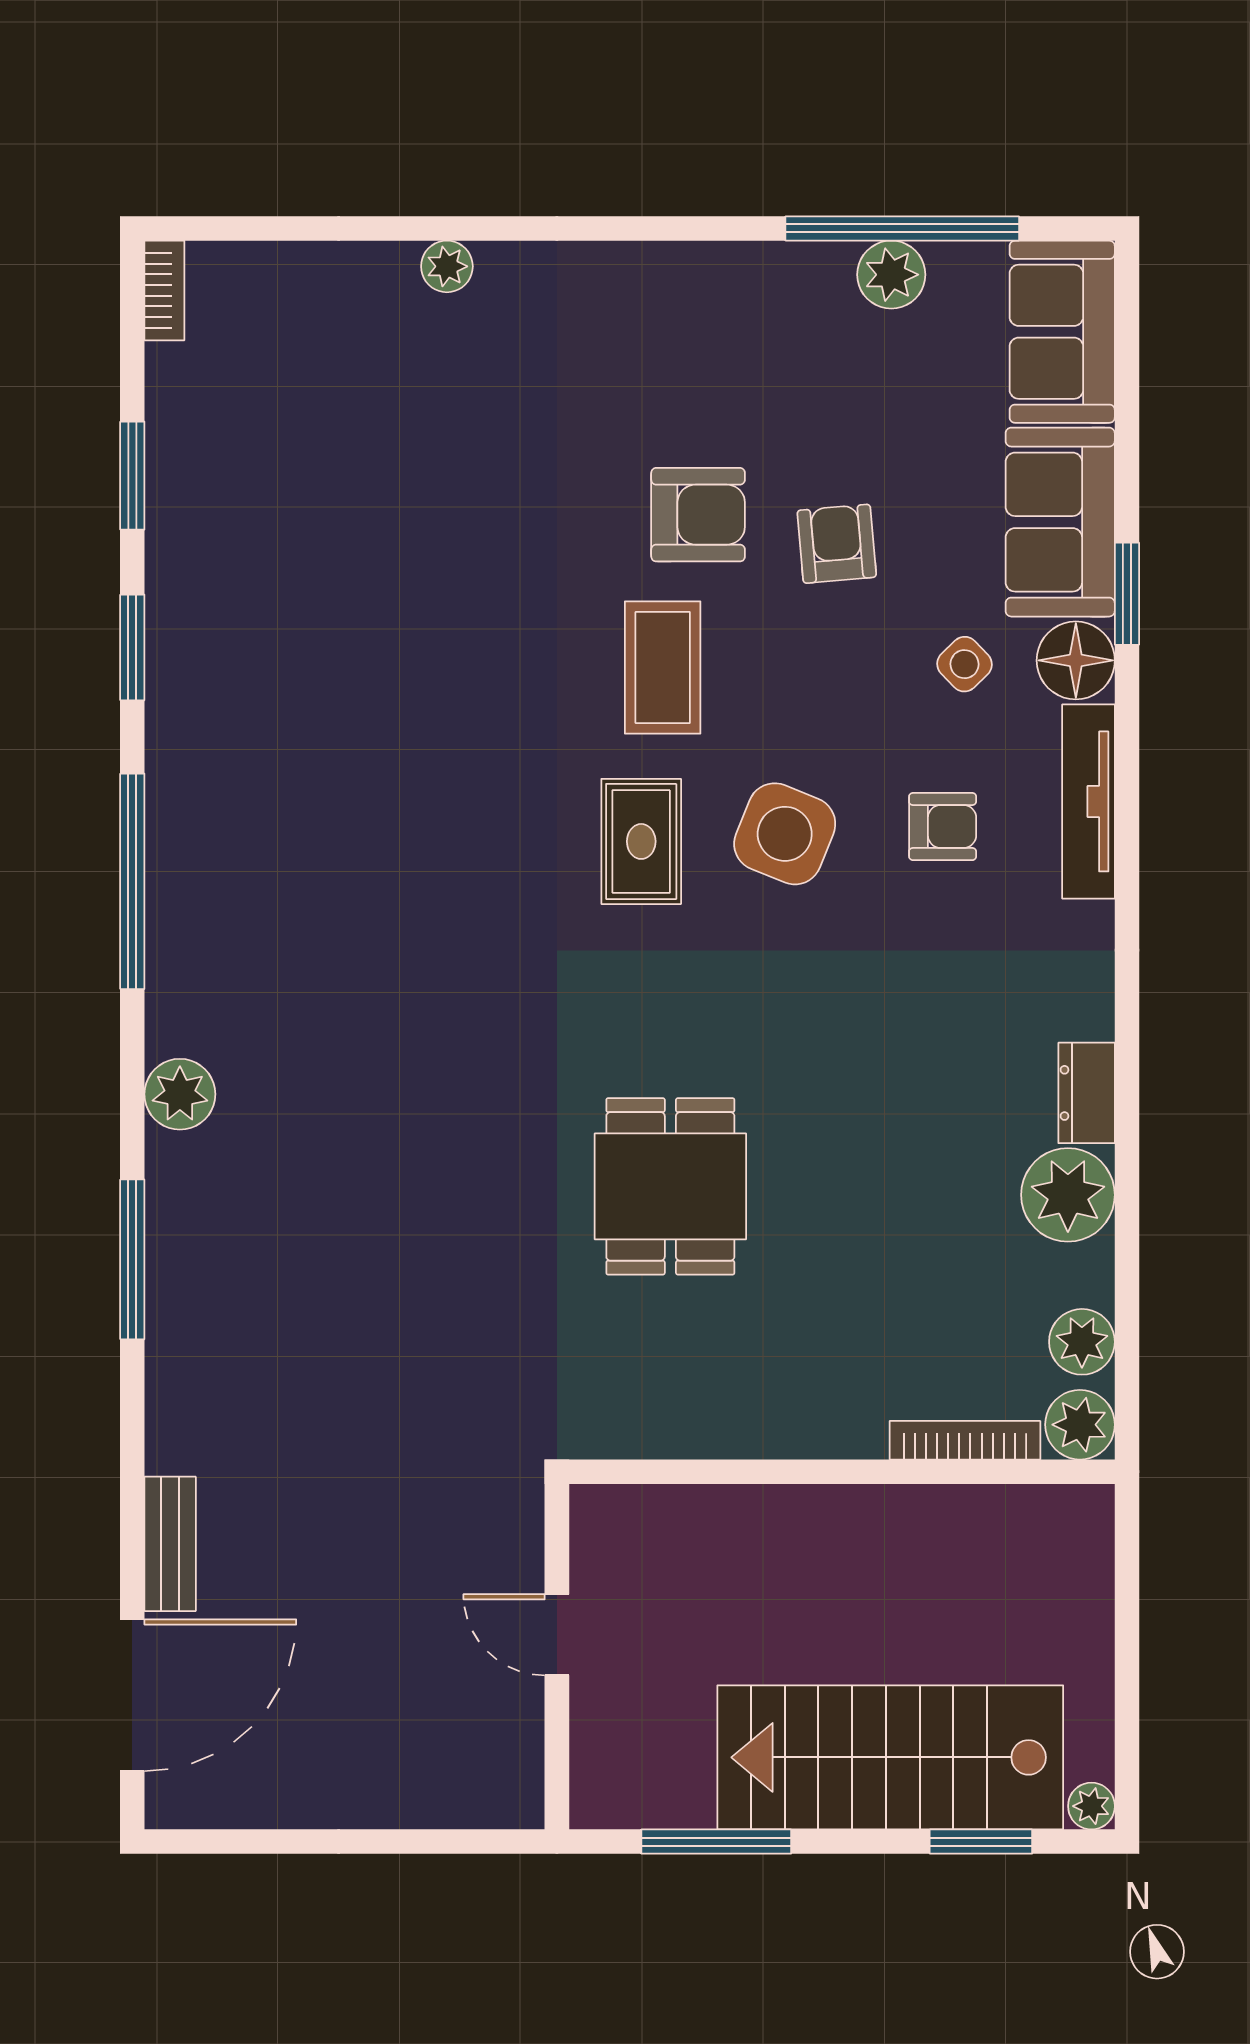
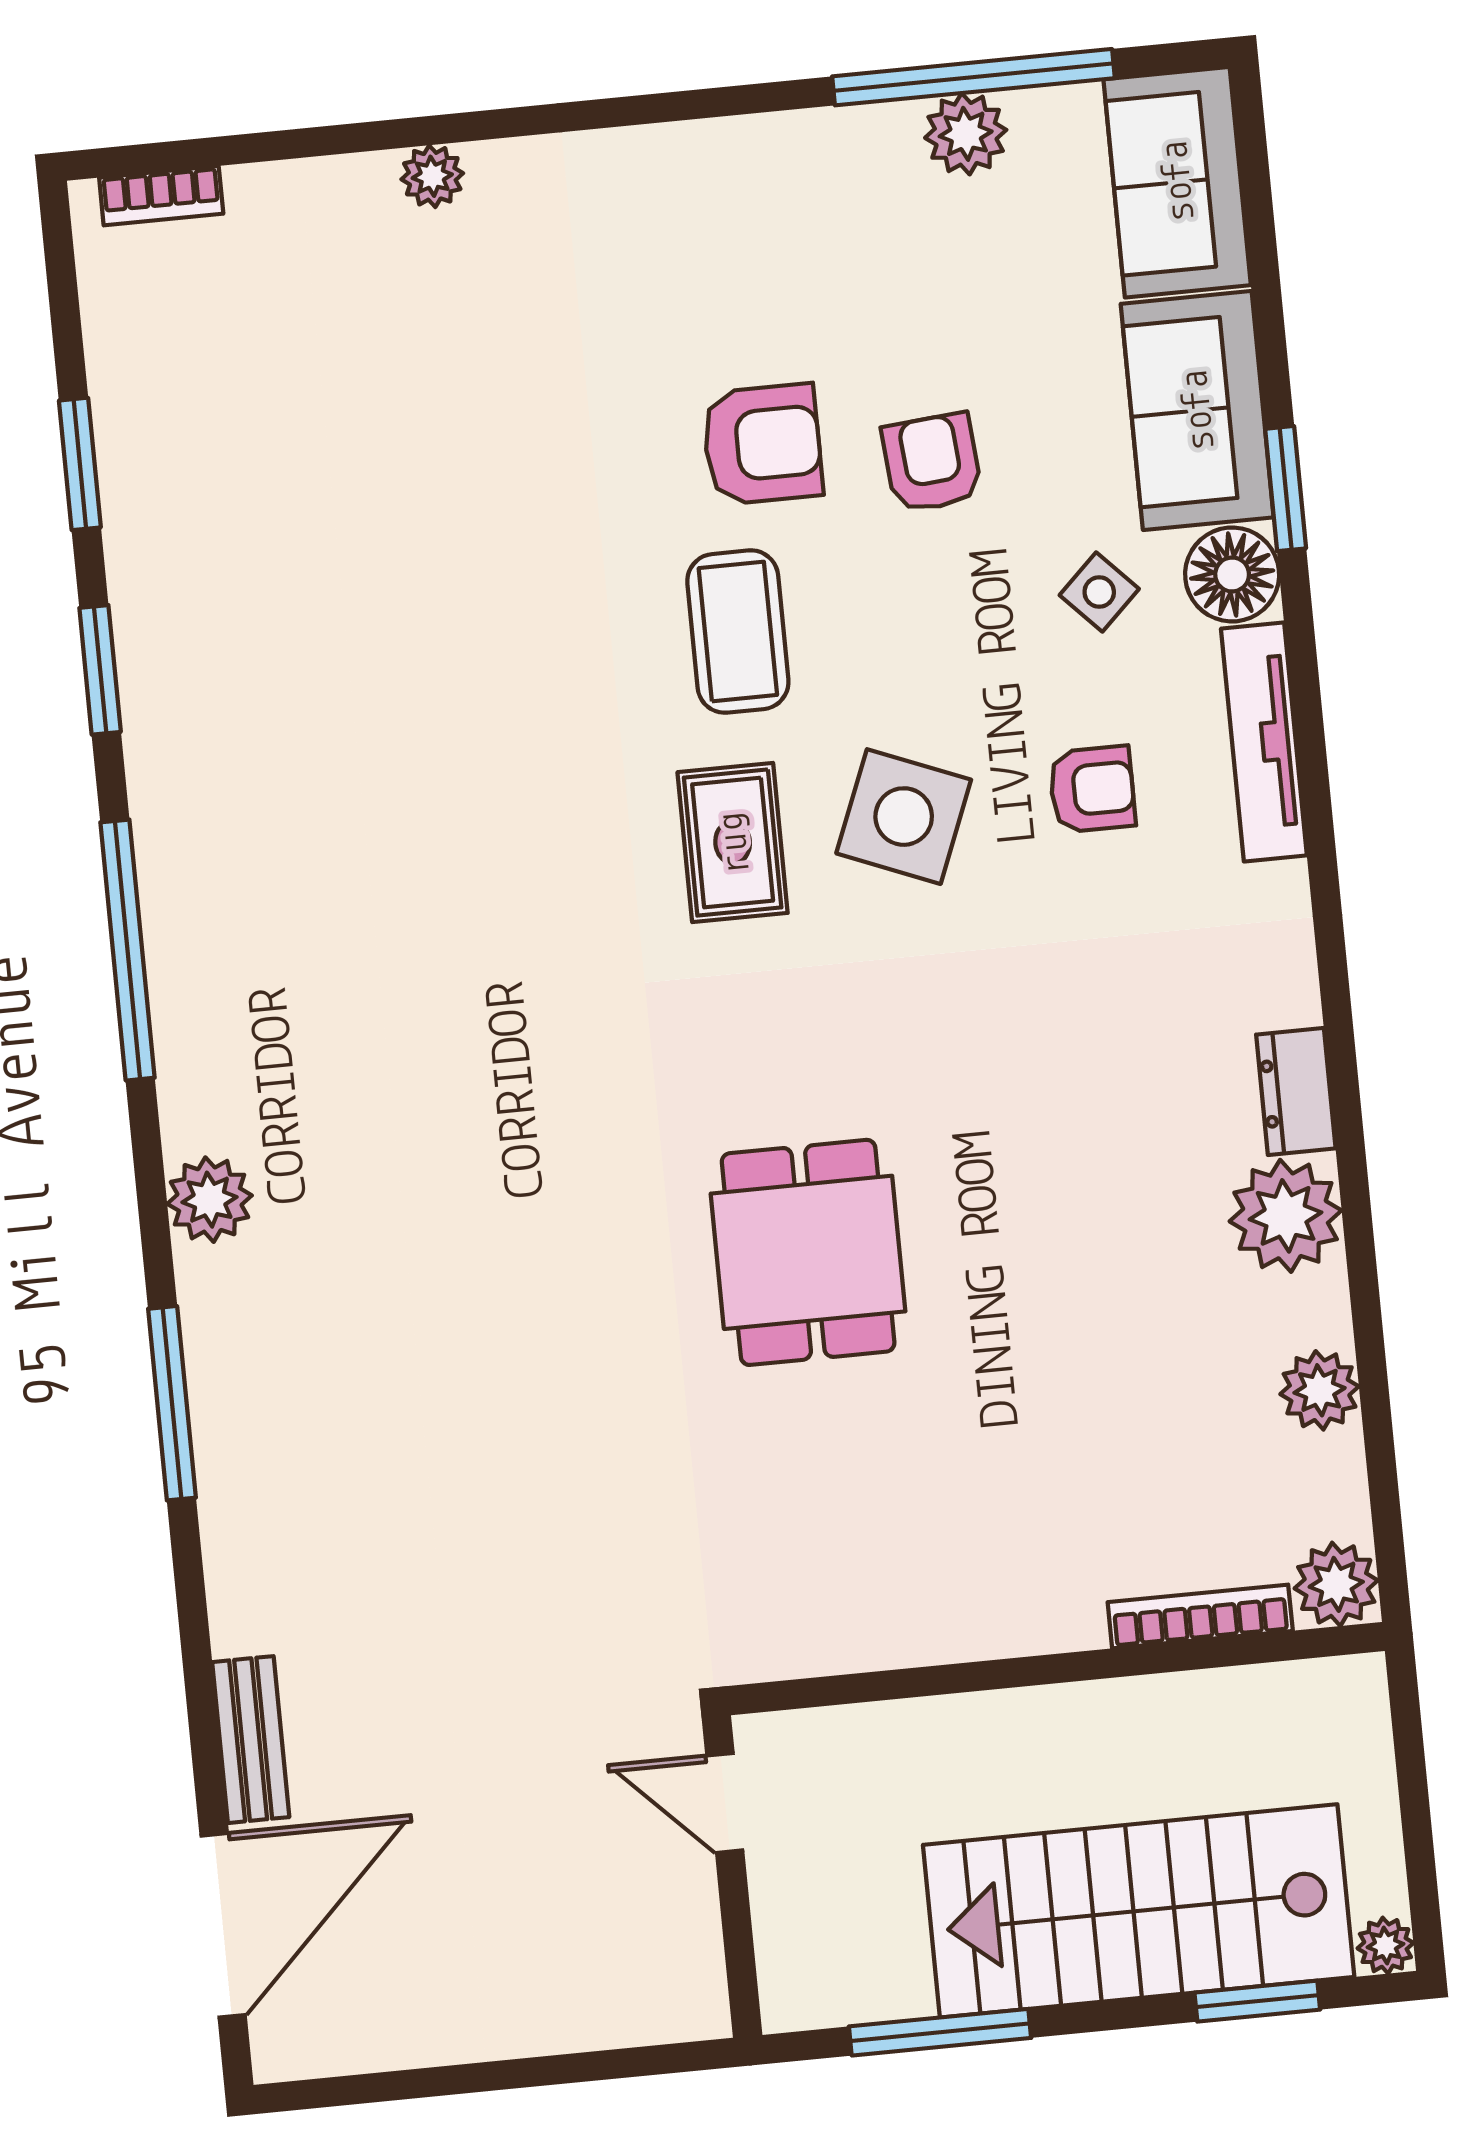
bookcase: (164, 290) -> (161, 196), moved, turned 90
plant: (1080, 1425) -> (1336, 1584), moved
bookcase: (965, 1440) -> (1200, 1616), moved
wall: (842, 1472) -> (1056, 1669), moved

